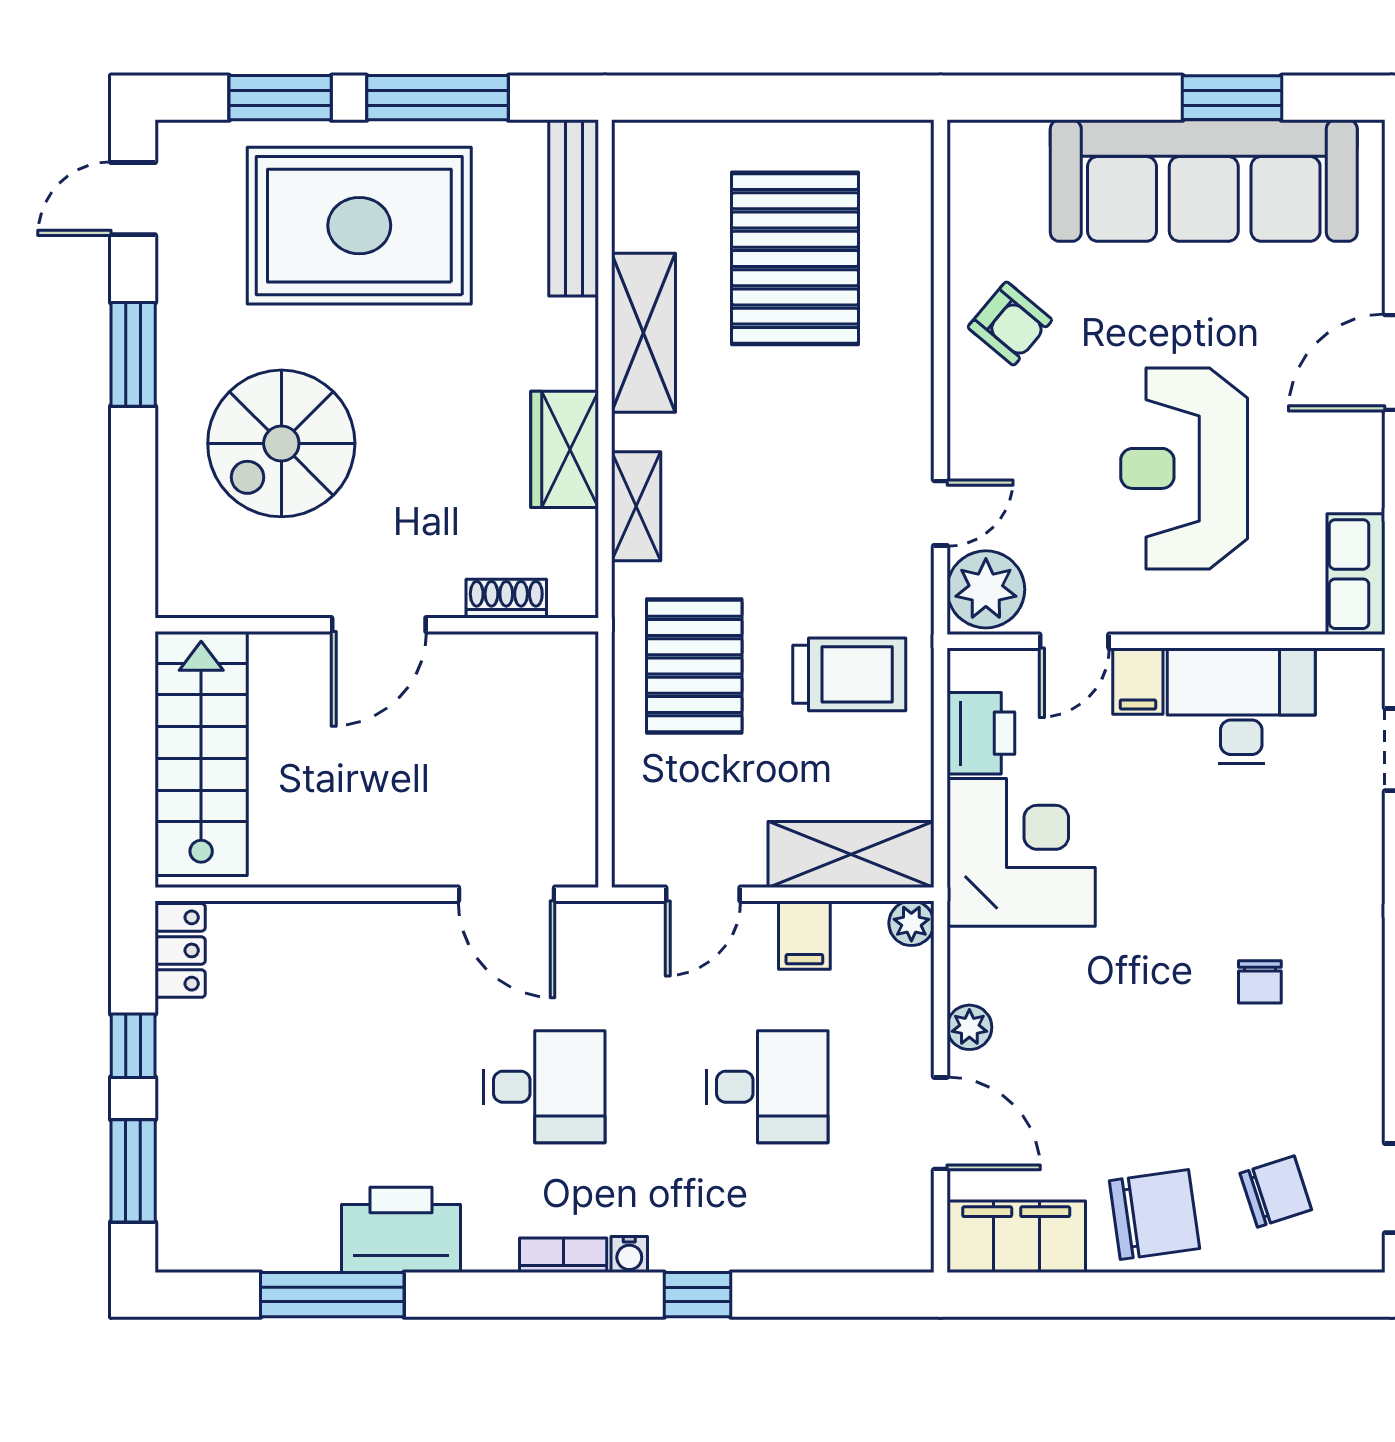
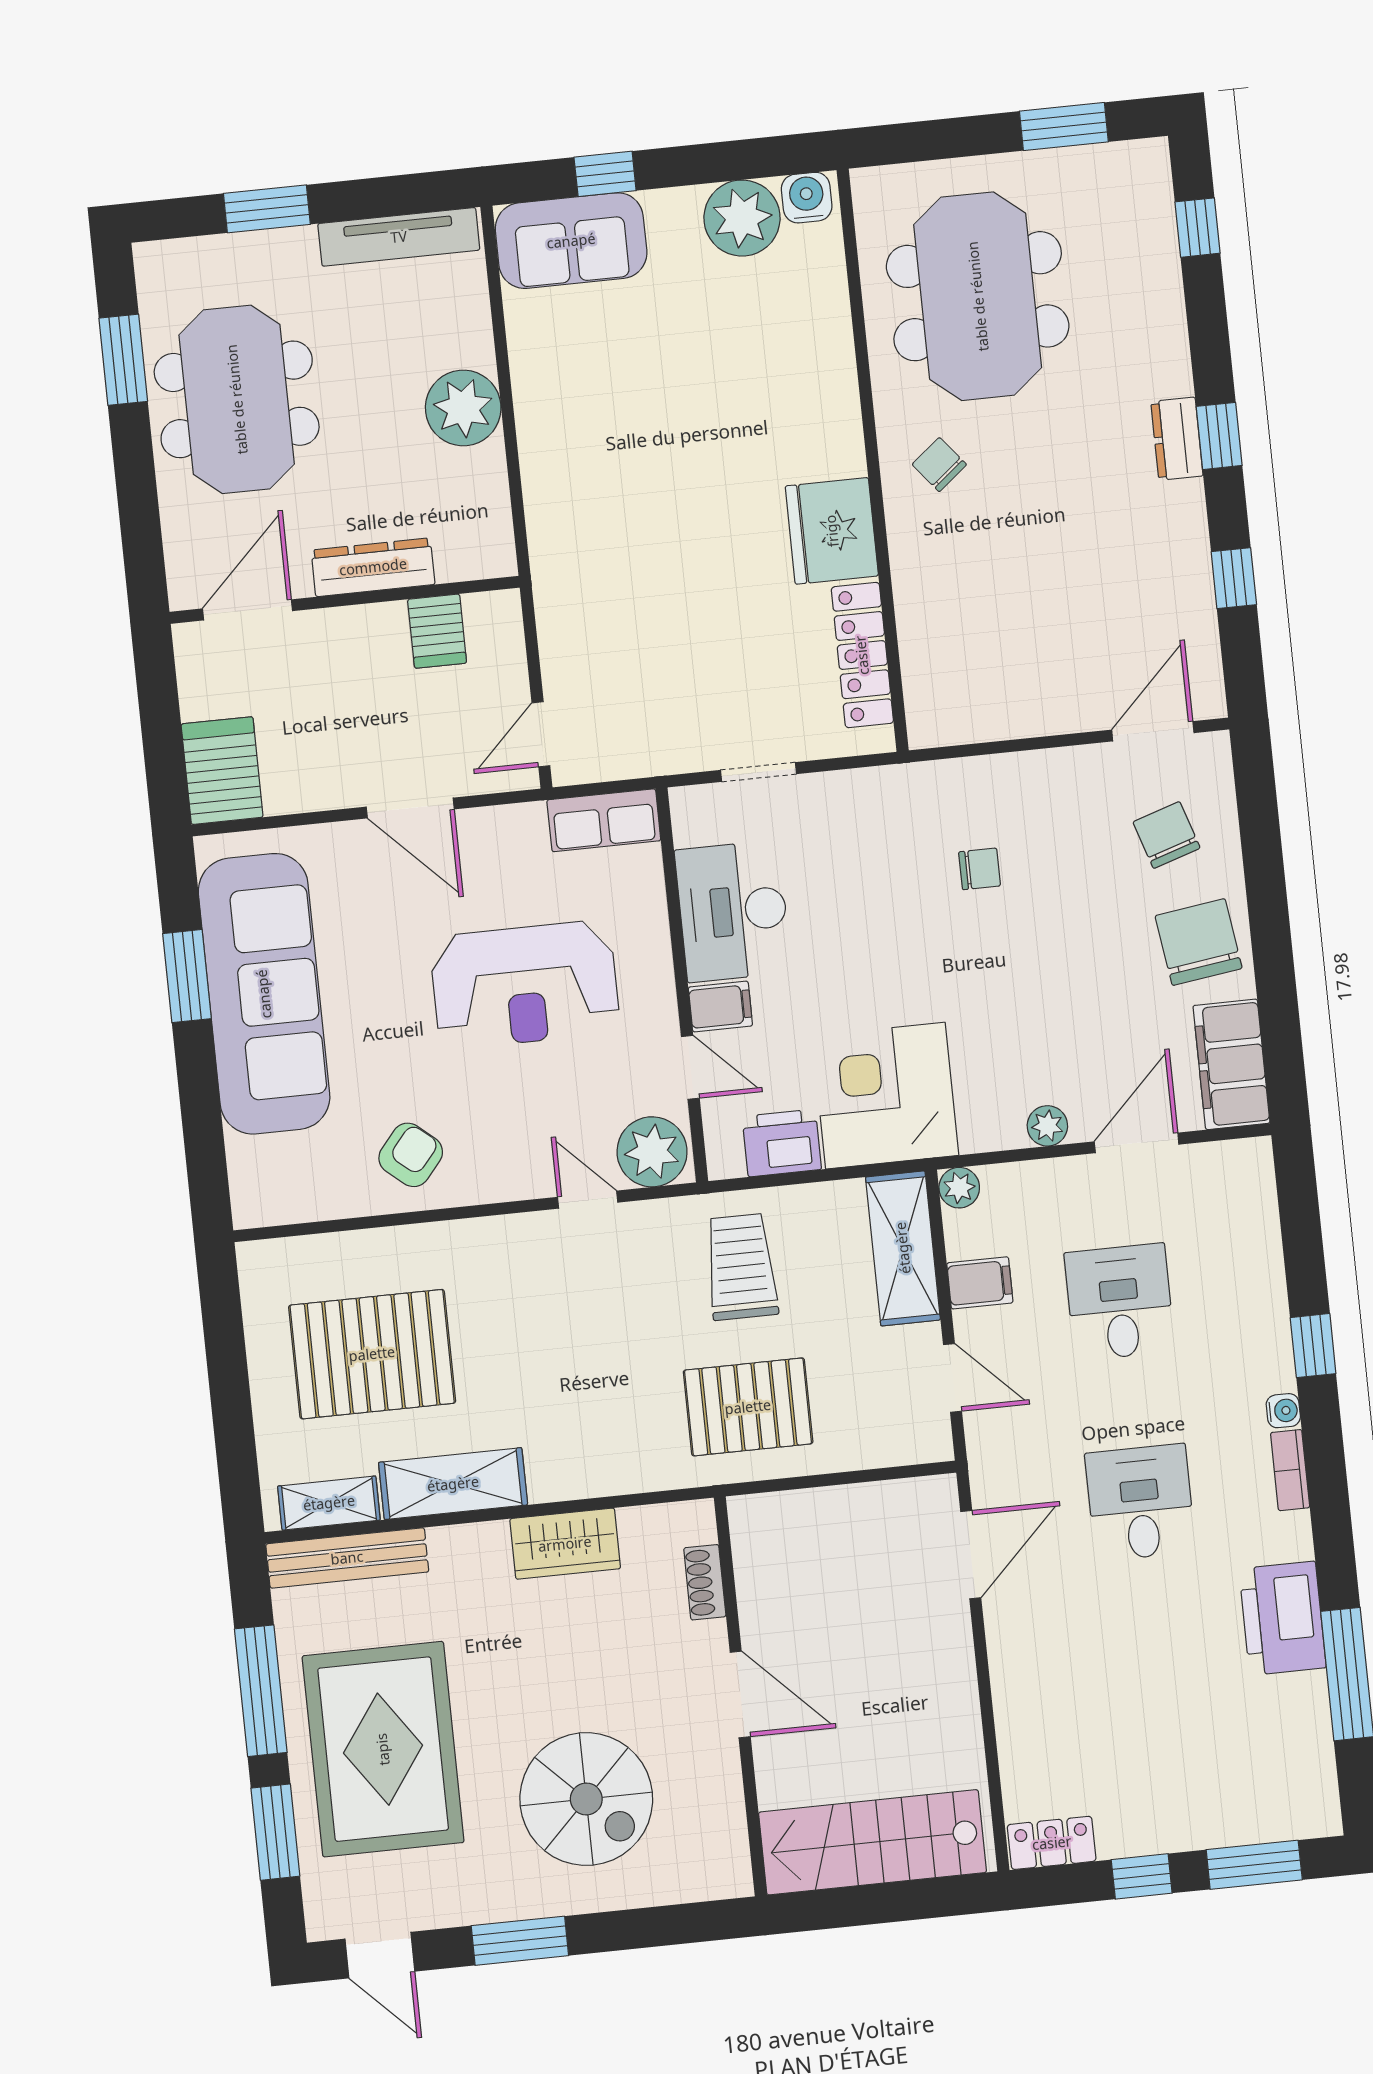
shelving: (636, 506) -> (329, 1503), moved

